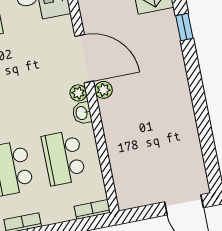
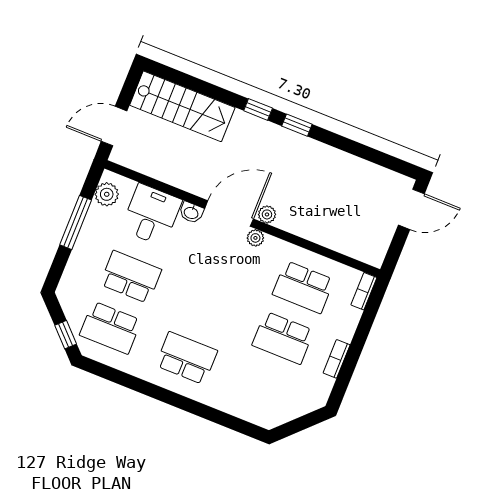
window: (192, 67) -> (297, 125), added
washbasin: (82, 113) -> (191, 213), moved

